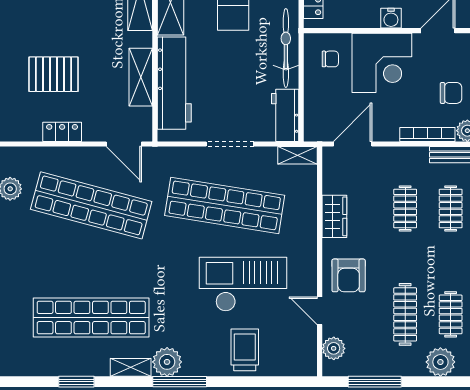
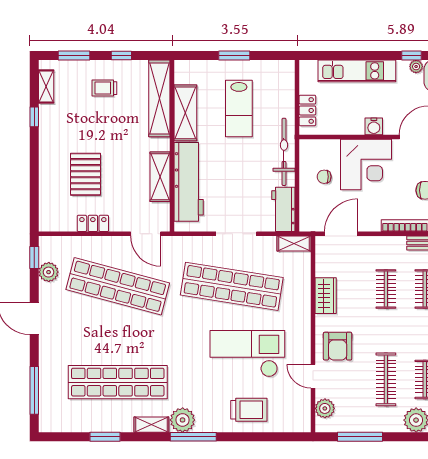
chair: (330, 59) -> (324, 177), moved, turned 180
pallet: (54, 74) -> (86, 174), turned 90
trolley: (245, 350) -> (249, 410), turned 90

